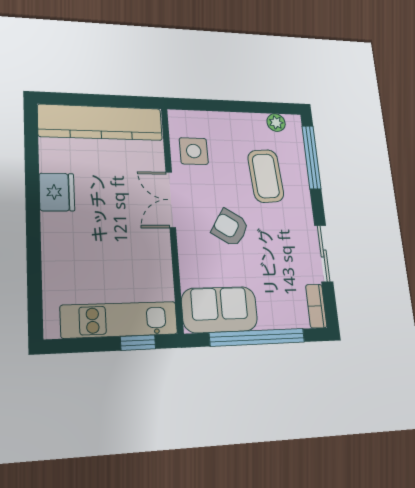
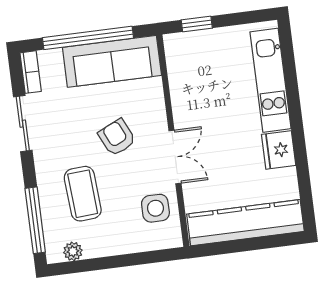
armchair: (230, 228) -> (117, 137), turned -147
sofa: (220, 310) -> (112, 61), width x1.36
kitchen unit: (120, 320) -> (271, 80), moved, turned 90

